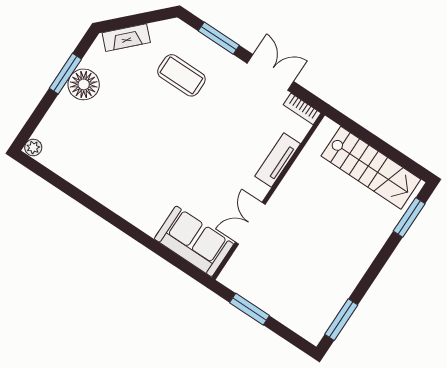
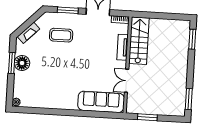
stairs: (371, 168) -> (139, 41), moved, turned -90
sofa: (194, 241) -> (101, 102), width x1.36

